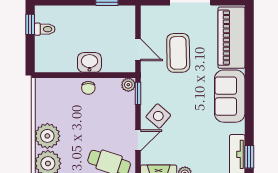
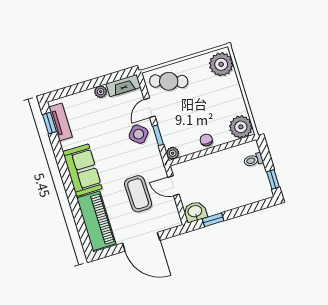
toilet: (45, 29) -> (253, 160), moved
washbasin: (89, 62) -> (195, 212), moved, turned 180
window: (138, 93) -> (158, 135), moved
plant: (47, 136) -> (241, 127), moved

